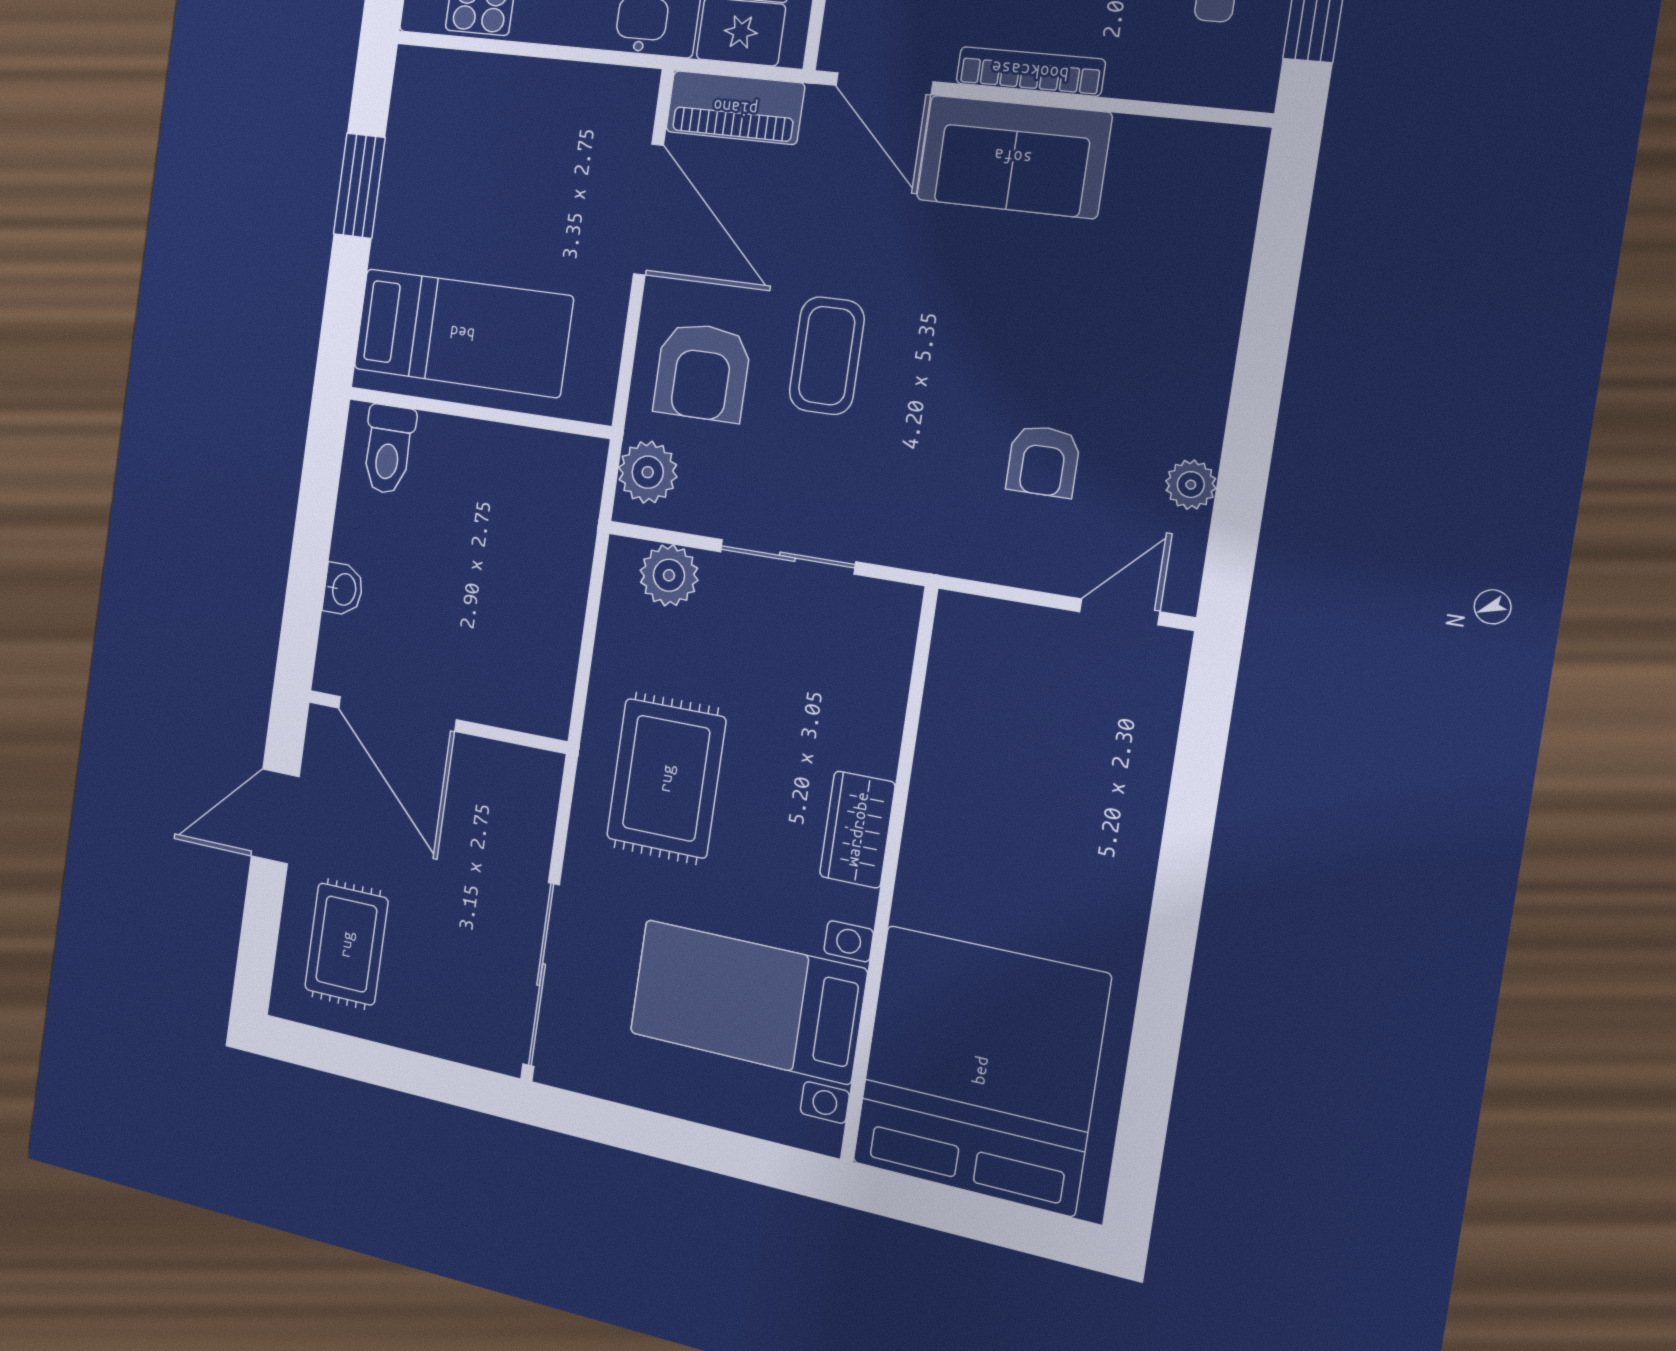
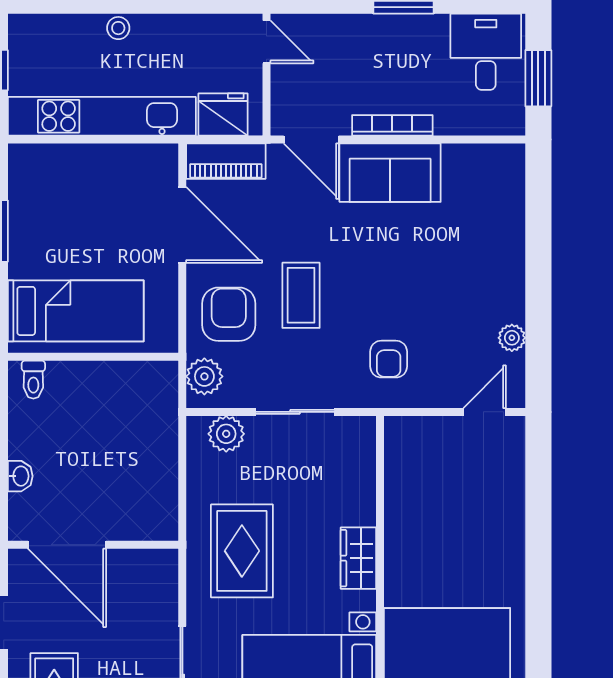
armchair: (702, 372) -> (229, 314), turned 180
toilet: (388, 449) -> (33, 380), width x0.73, depth x0.72
armchair: (1043, 461) -> (389, 359), moved

